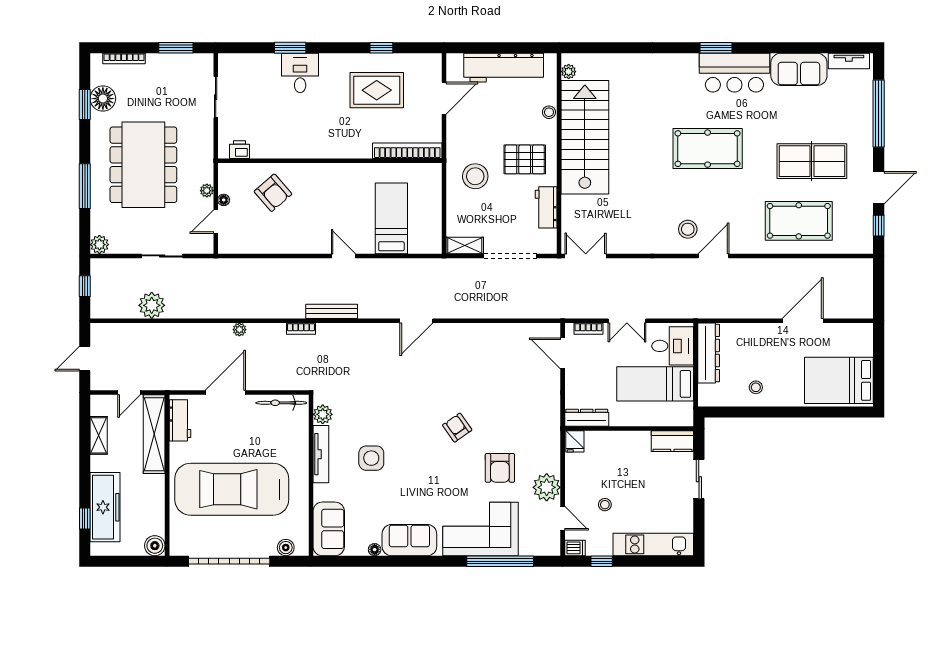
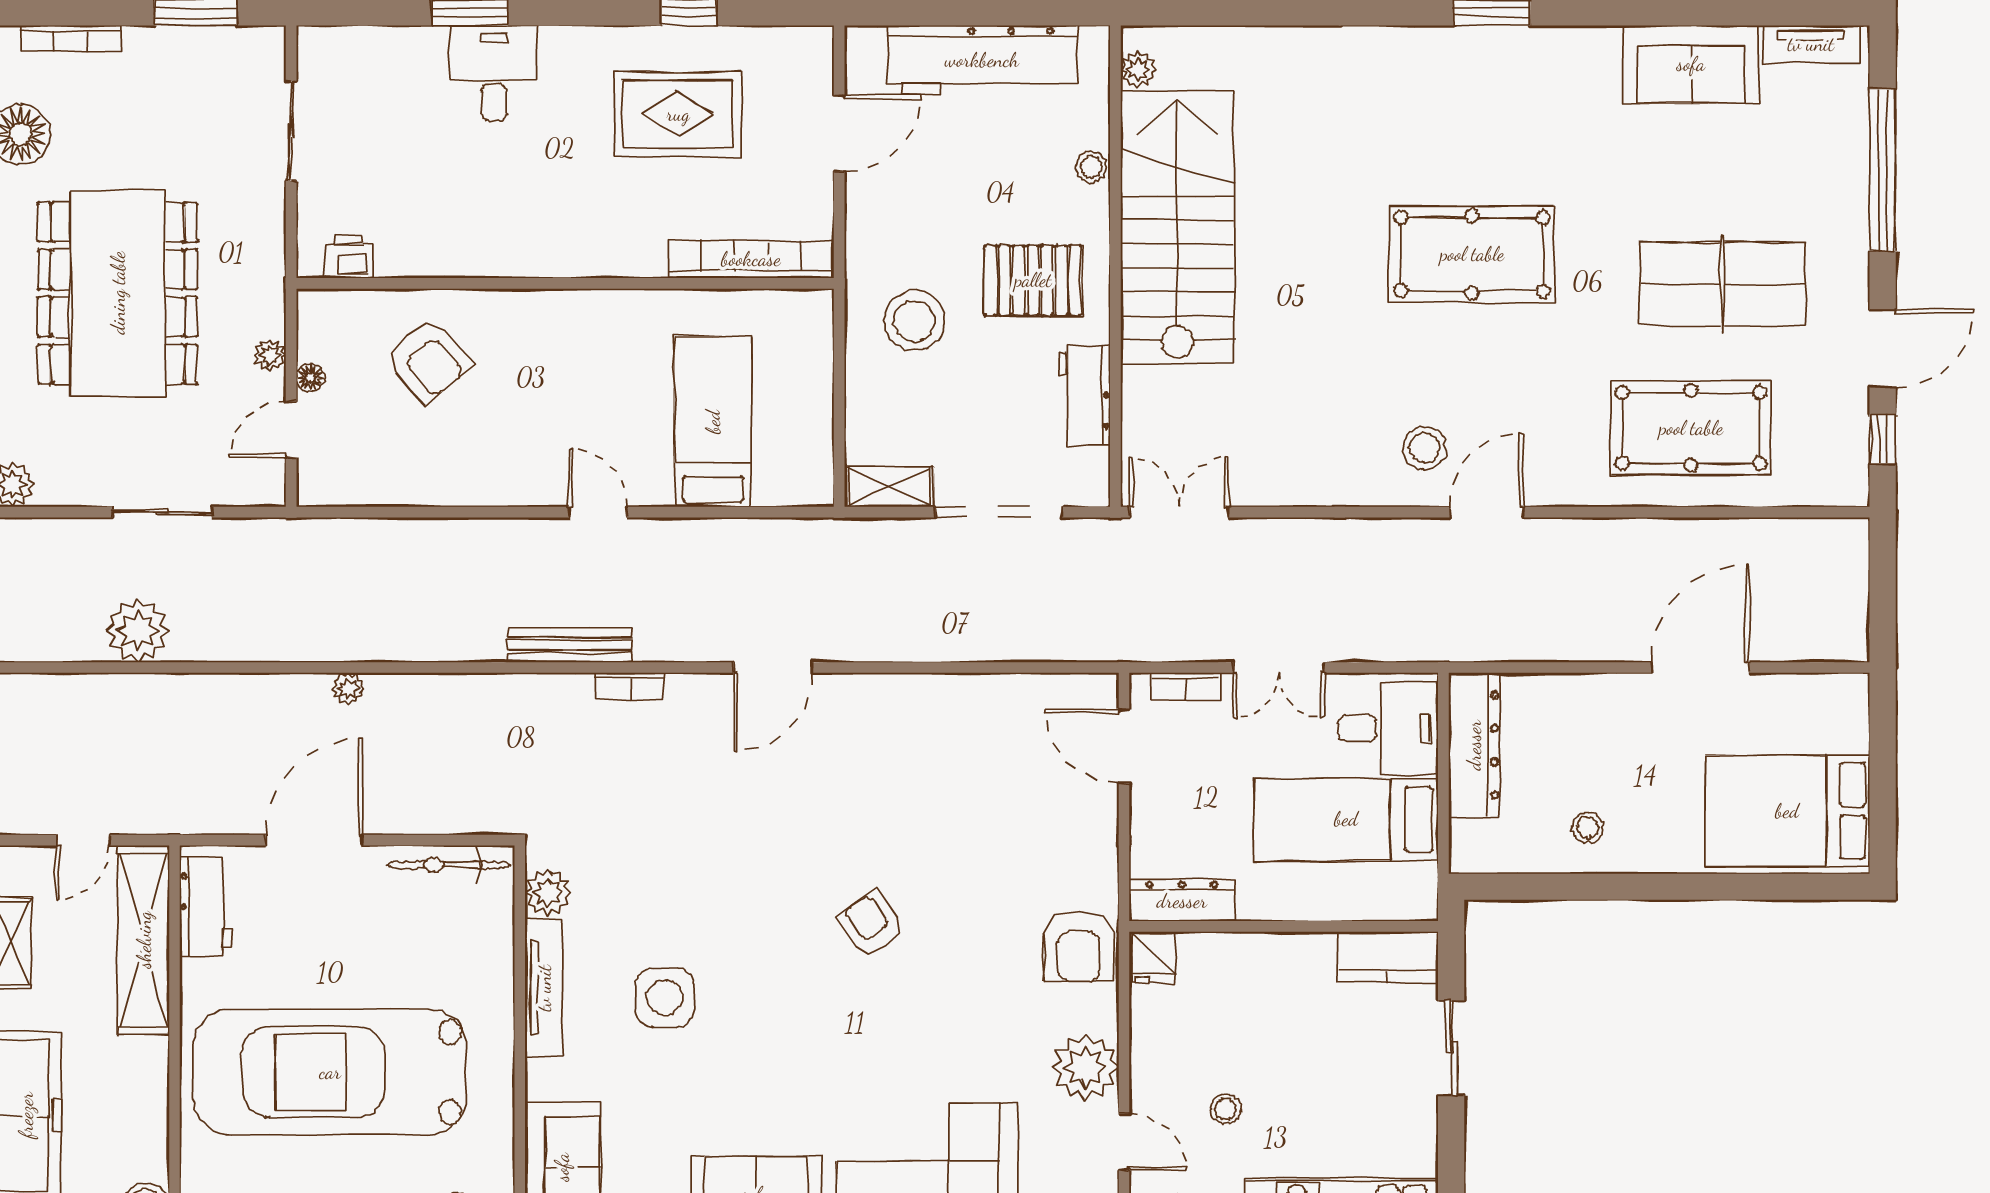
bar counter: (734, 73) -> (1536, 72), removed
bookcase: (301, 329) -> (630, 686), moved
armchair: (500, 468) -> (1079, 947), moved

